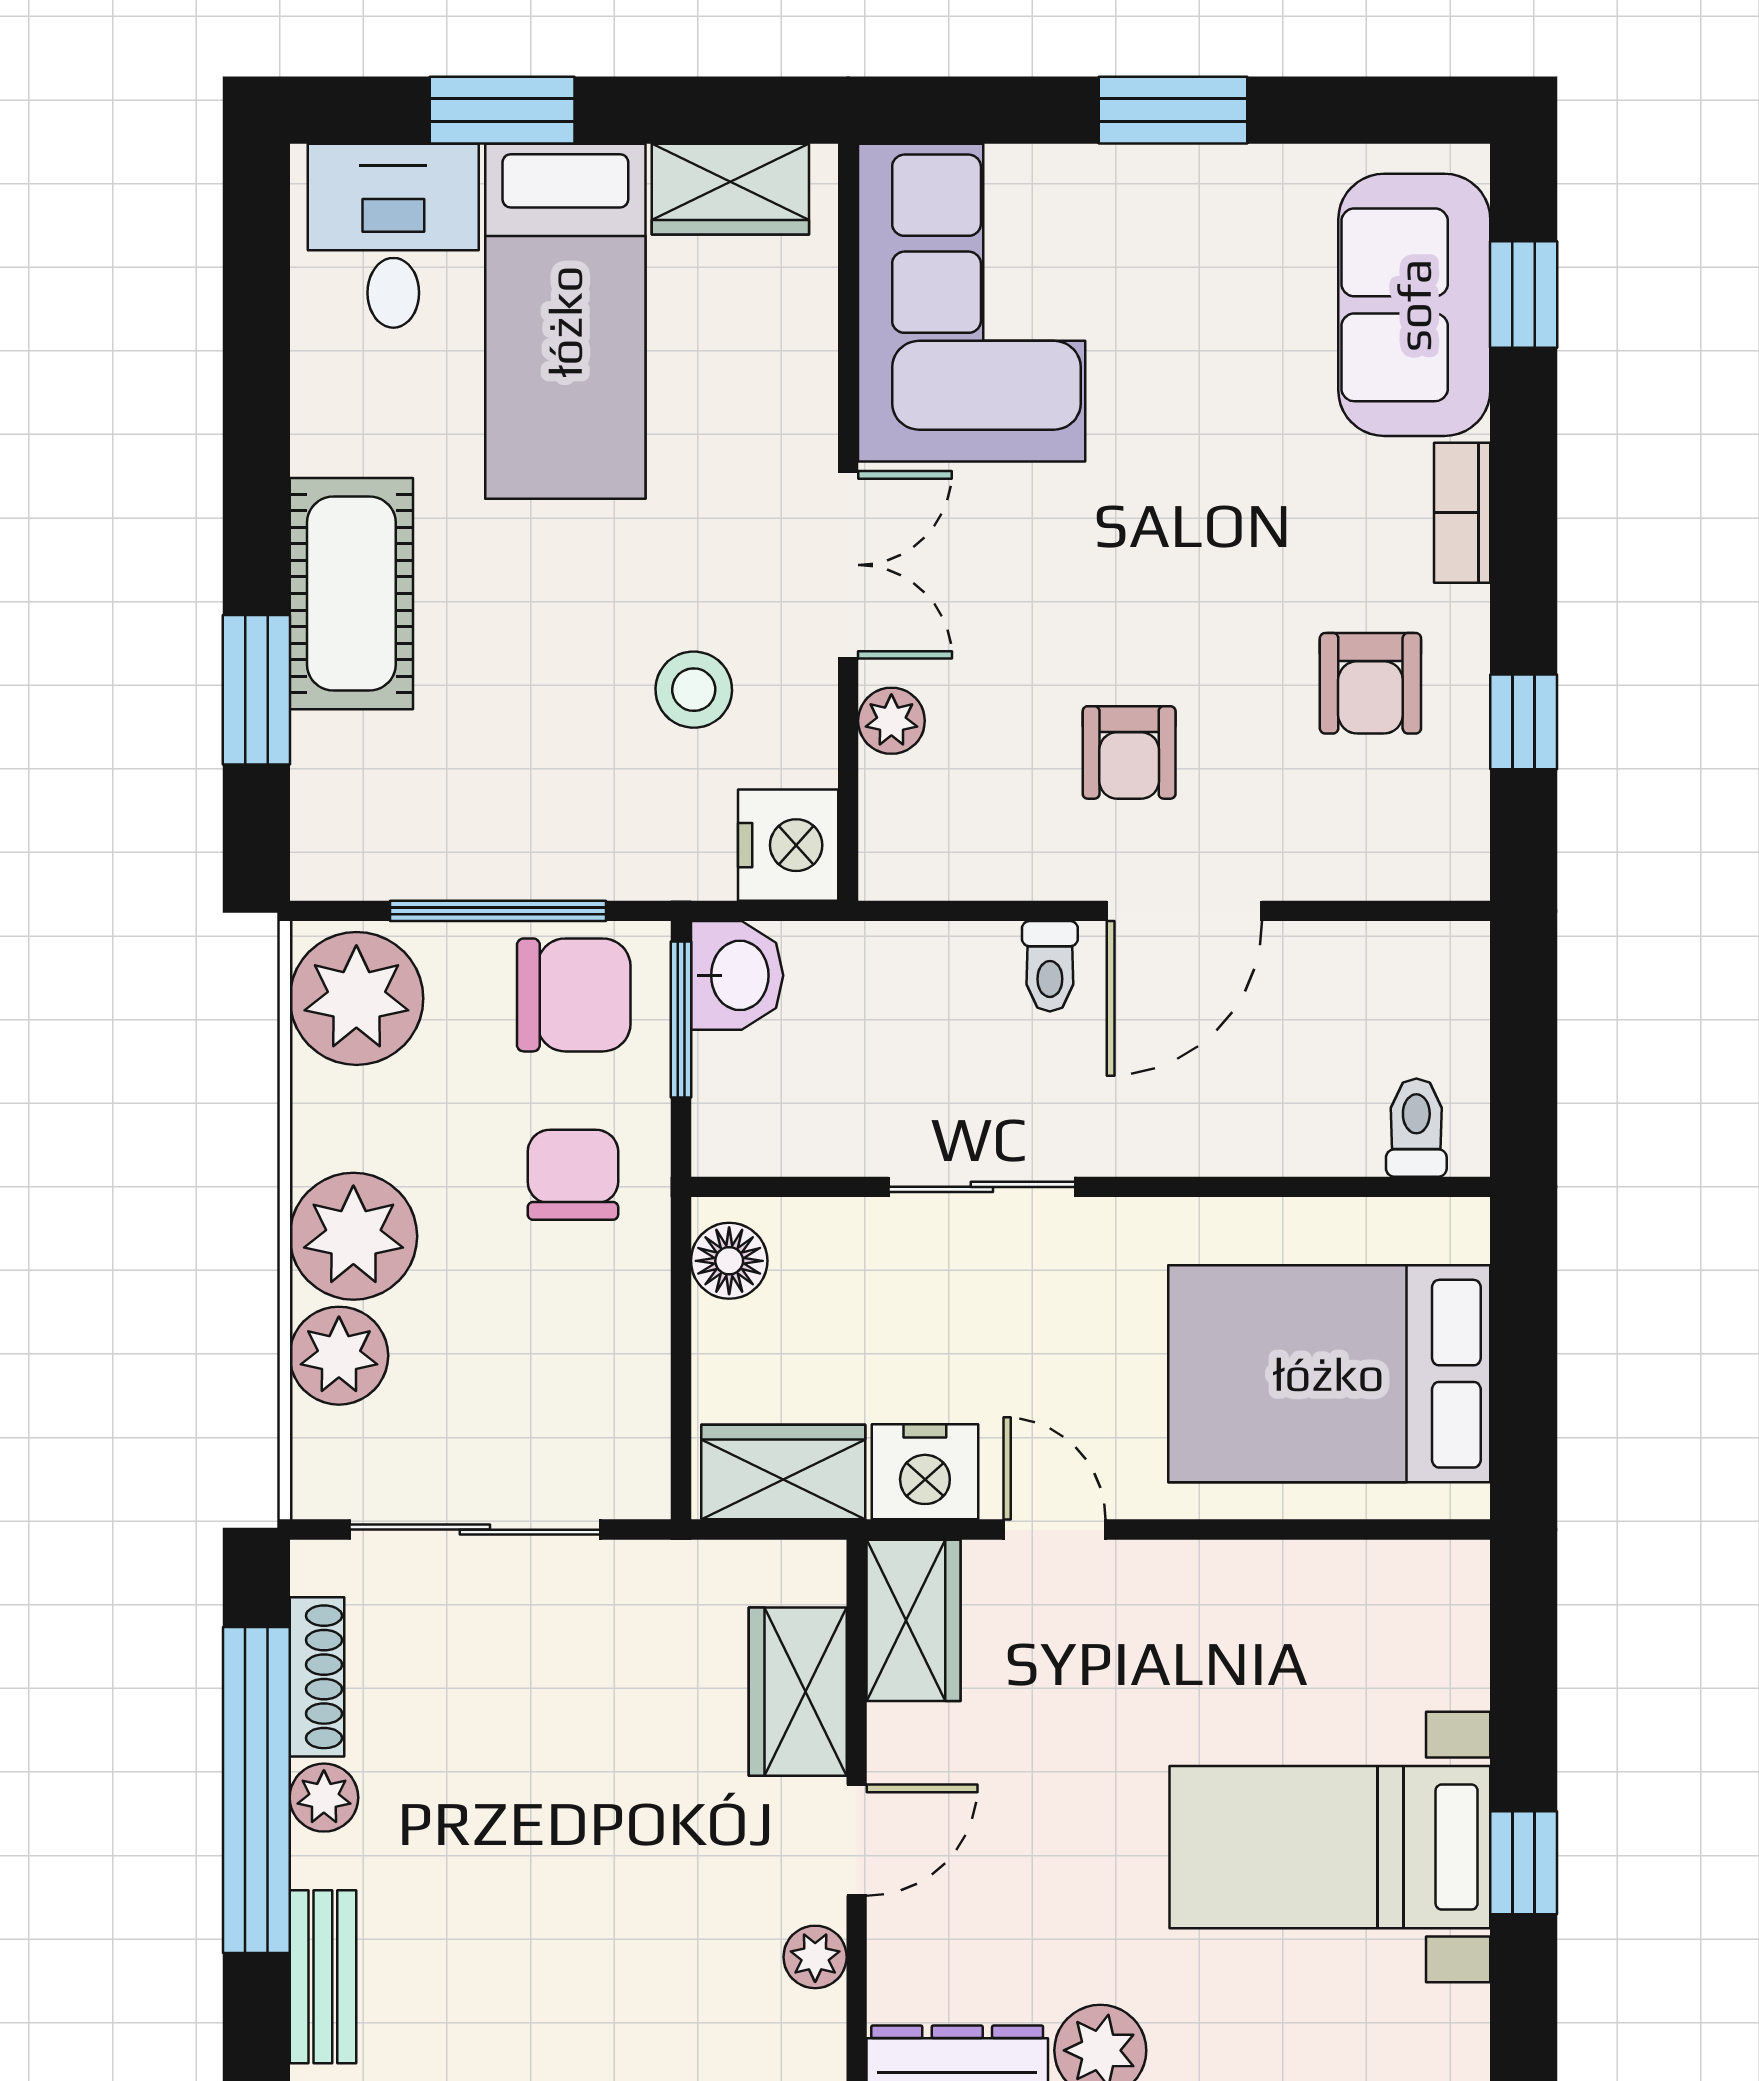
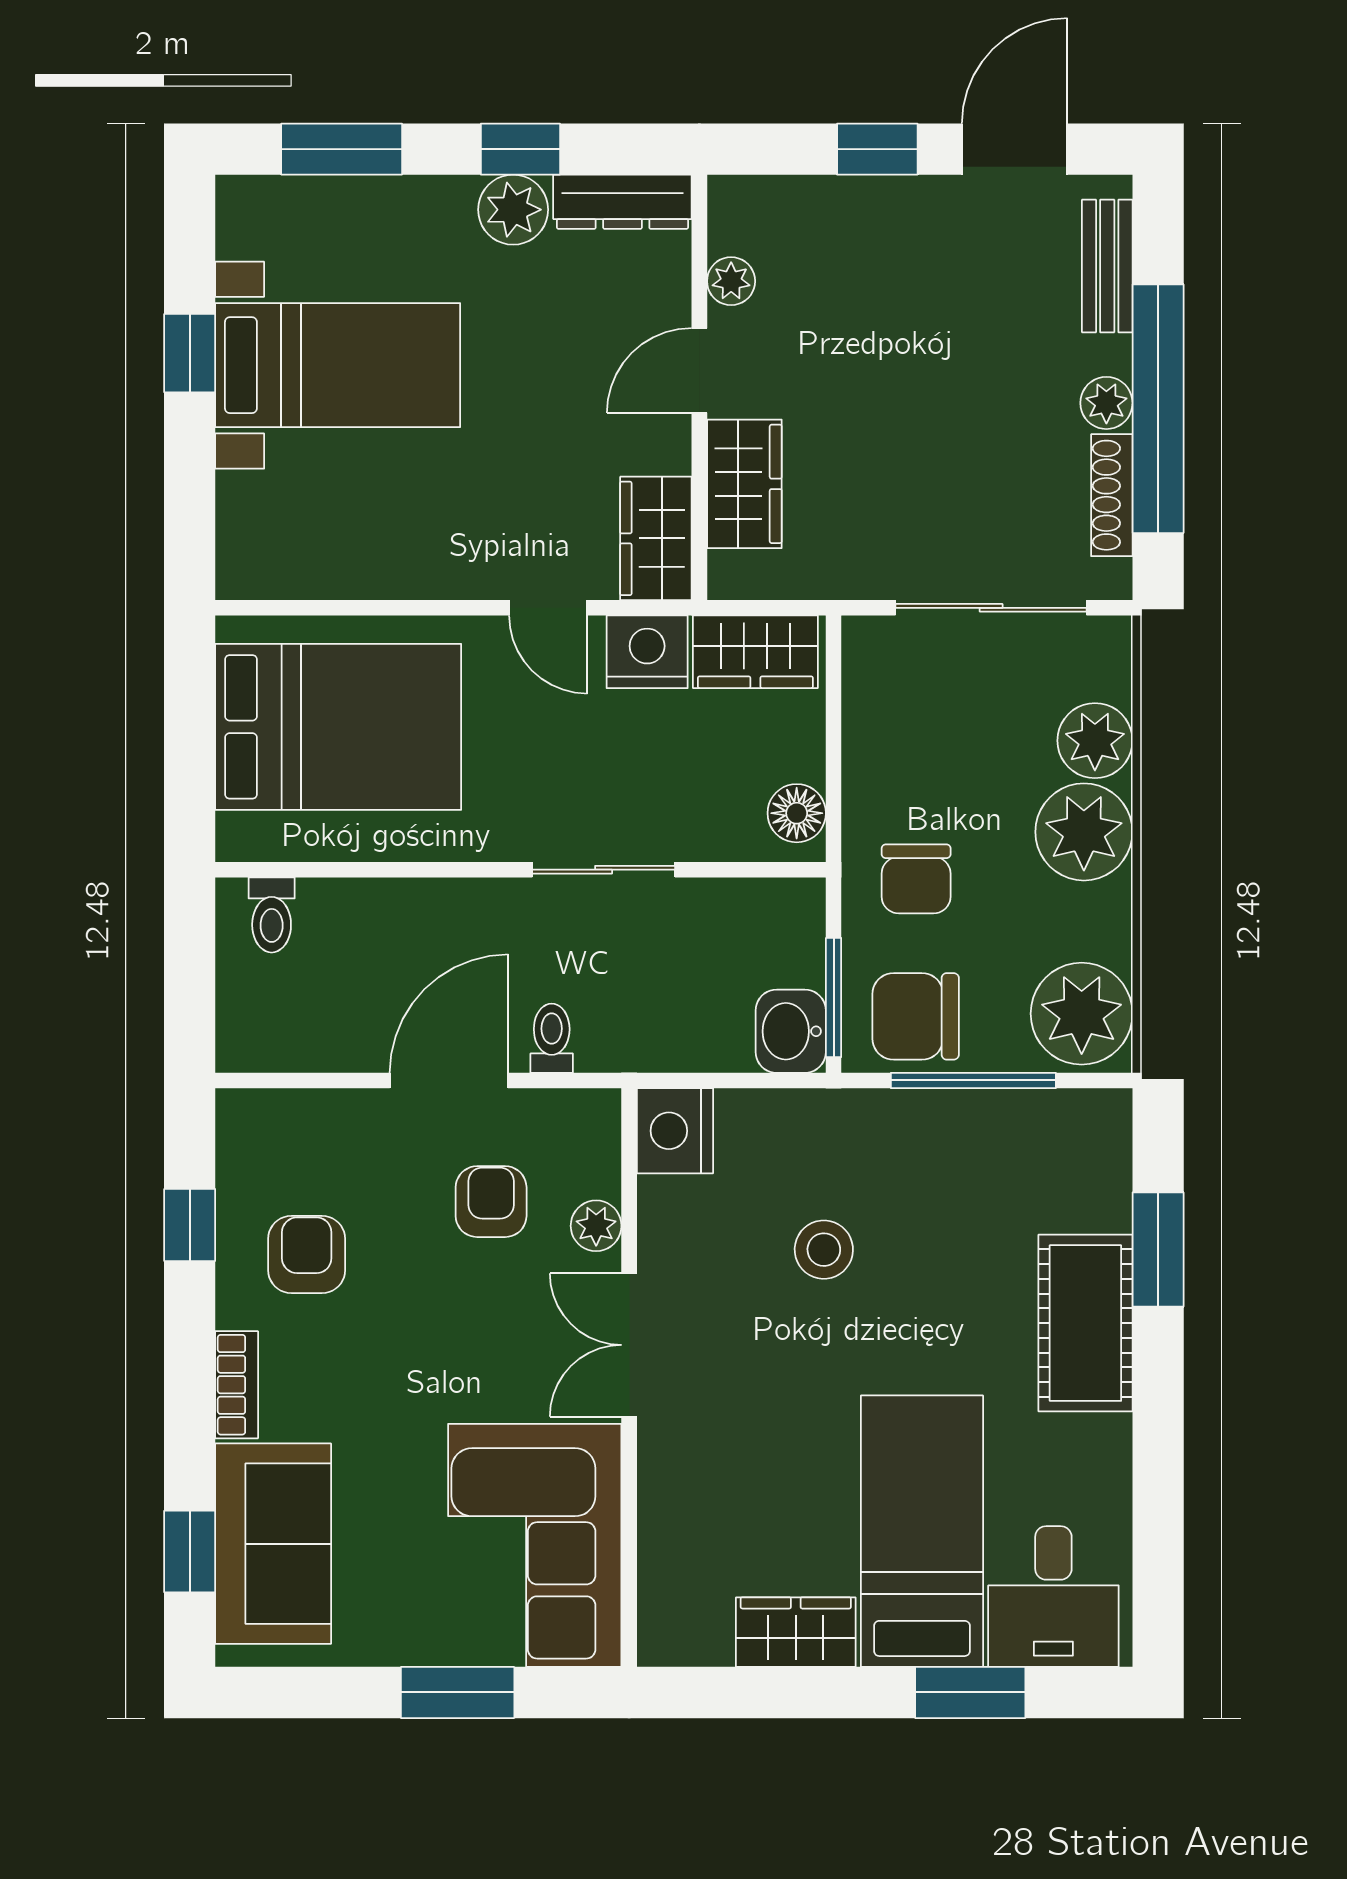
corner sofa: (972, 303) -> (535, 1545), moved
wall: (848, 522) -> (629, 1378), moved
double door: (848, 565) -> (629, 1345), moved
plant: (891, 721) -> (596, 1226), moved
nightstand: (788, 845) -> (675, 1131), moved

